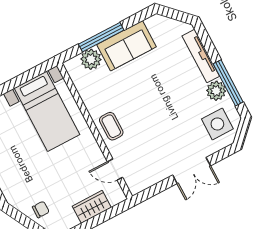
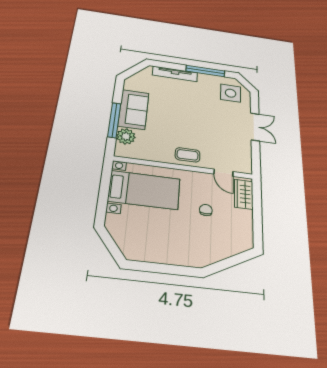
plant: (216, 91) -> (206, 80), removed
door: (115, 169) -> (223, 173), hinge flipped
wardrobe: (92, 207) -> (244, 194), moved
chair: (41, 209) -> (206, 210), moved

